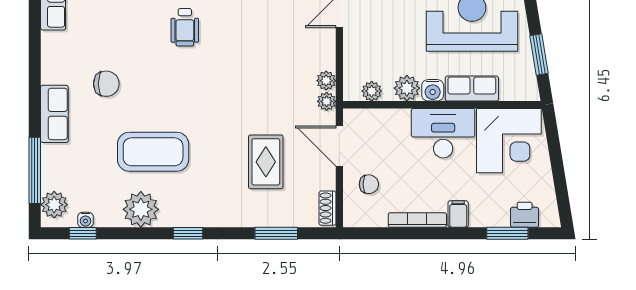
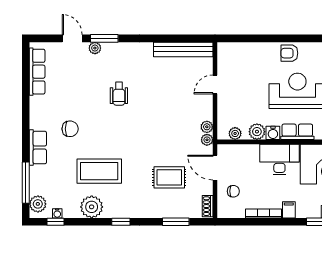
rug: (266, 162) -> (169, 177), turned 90

